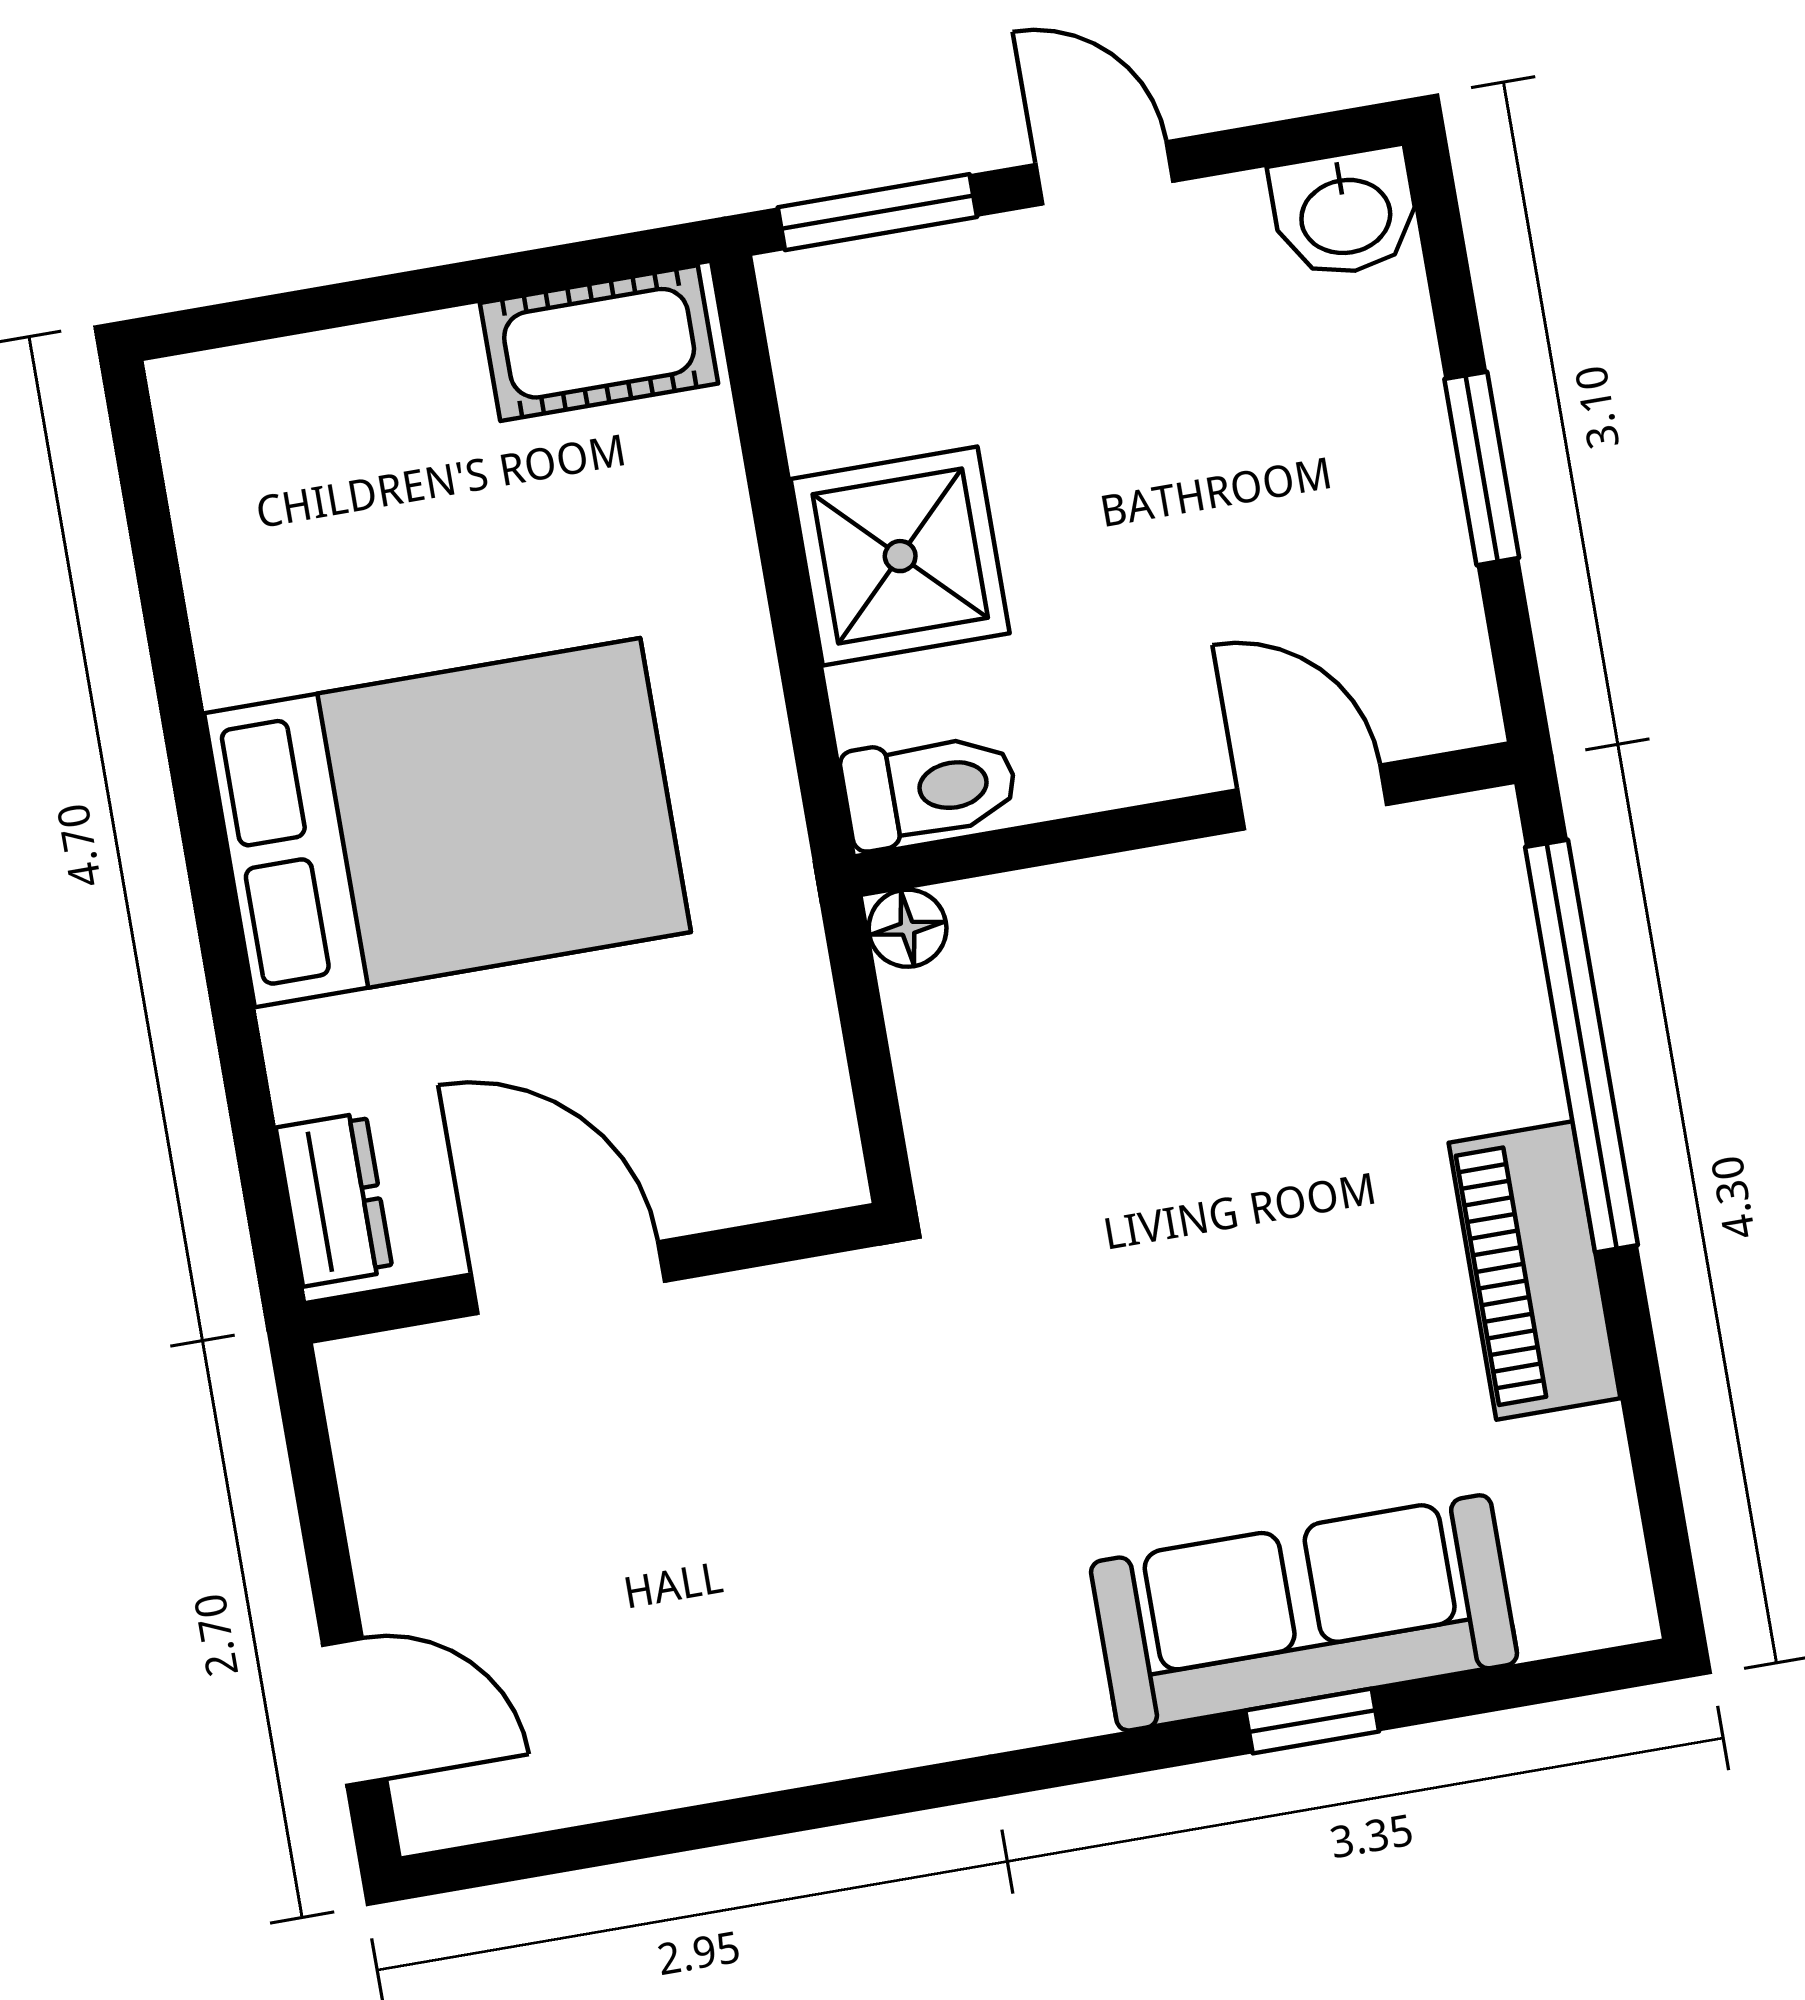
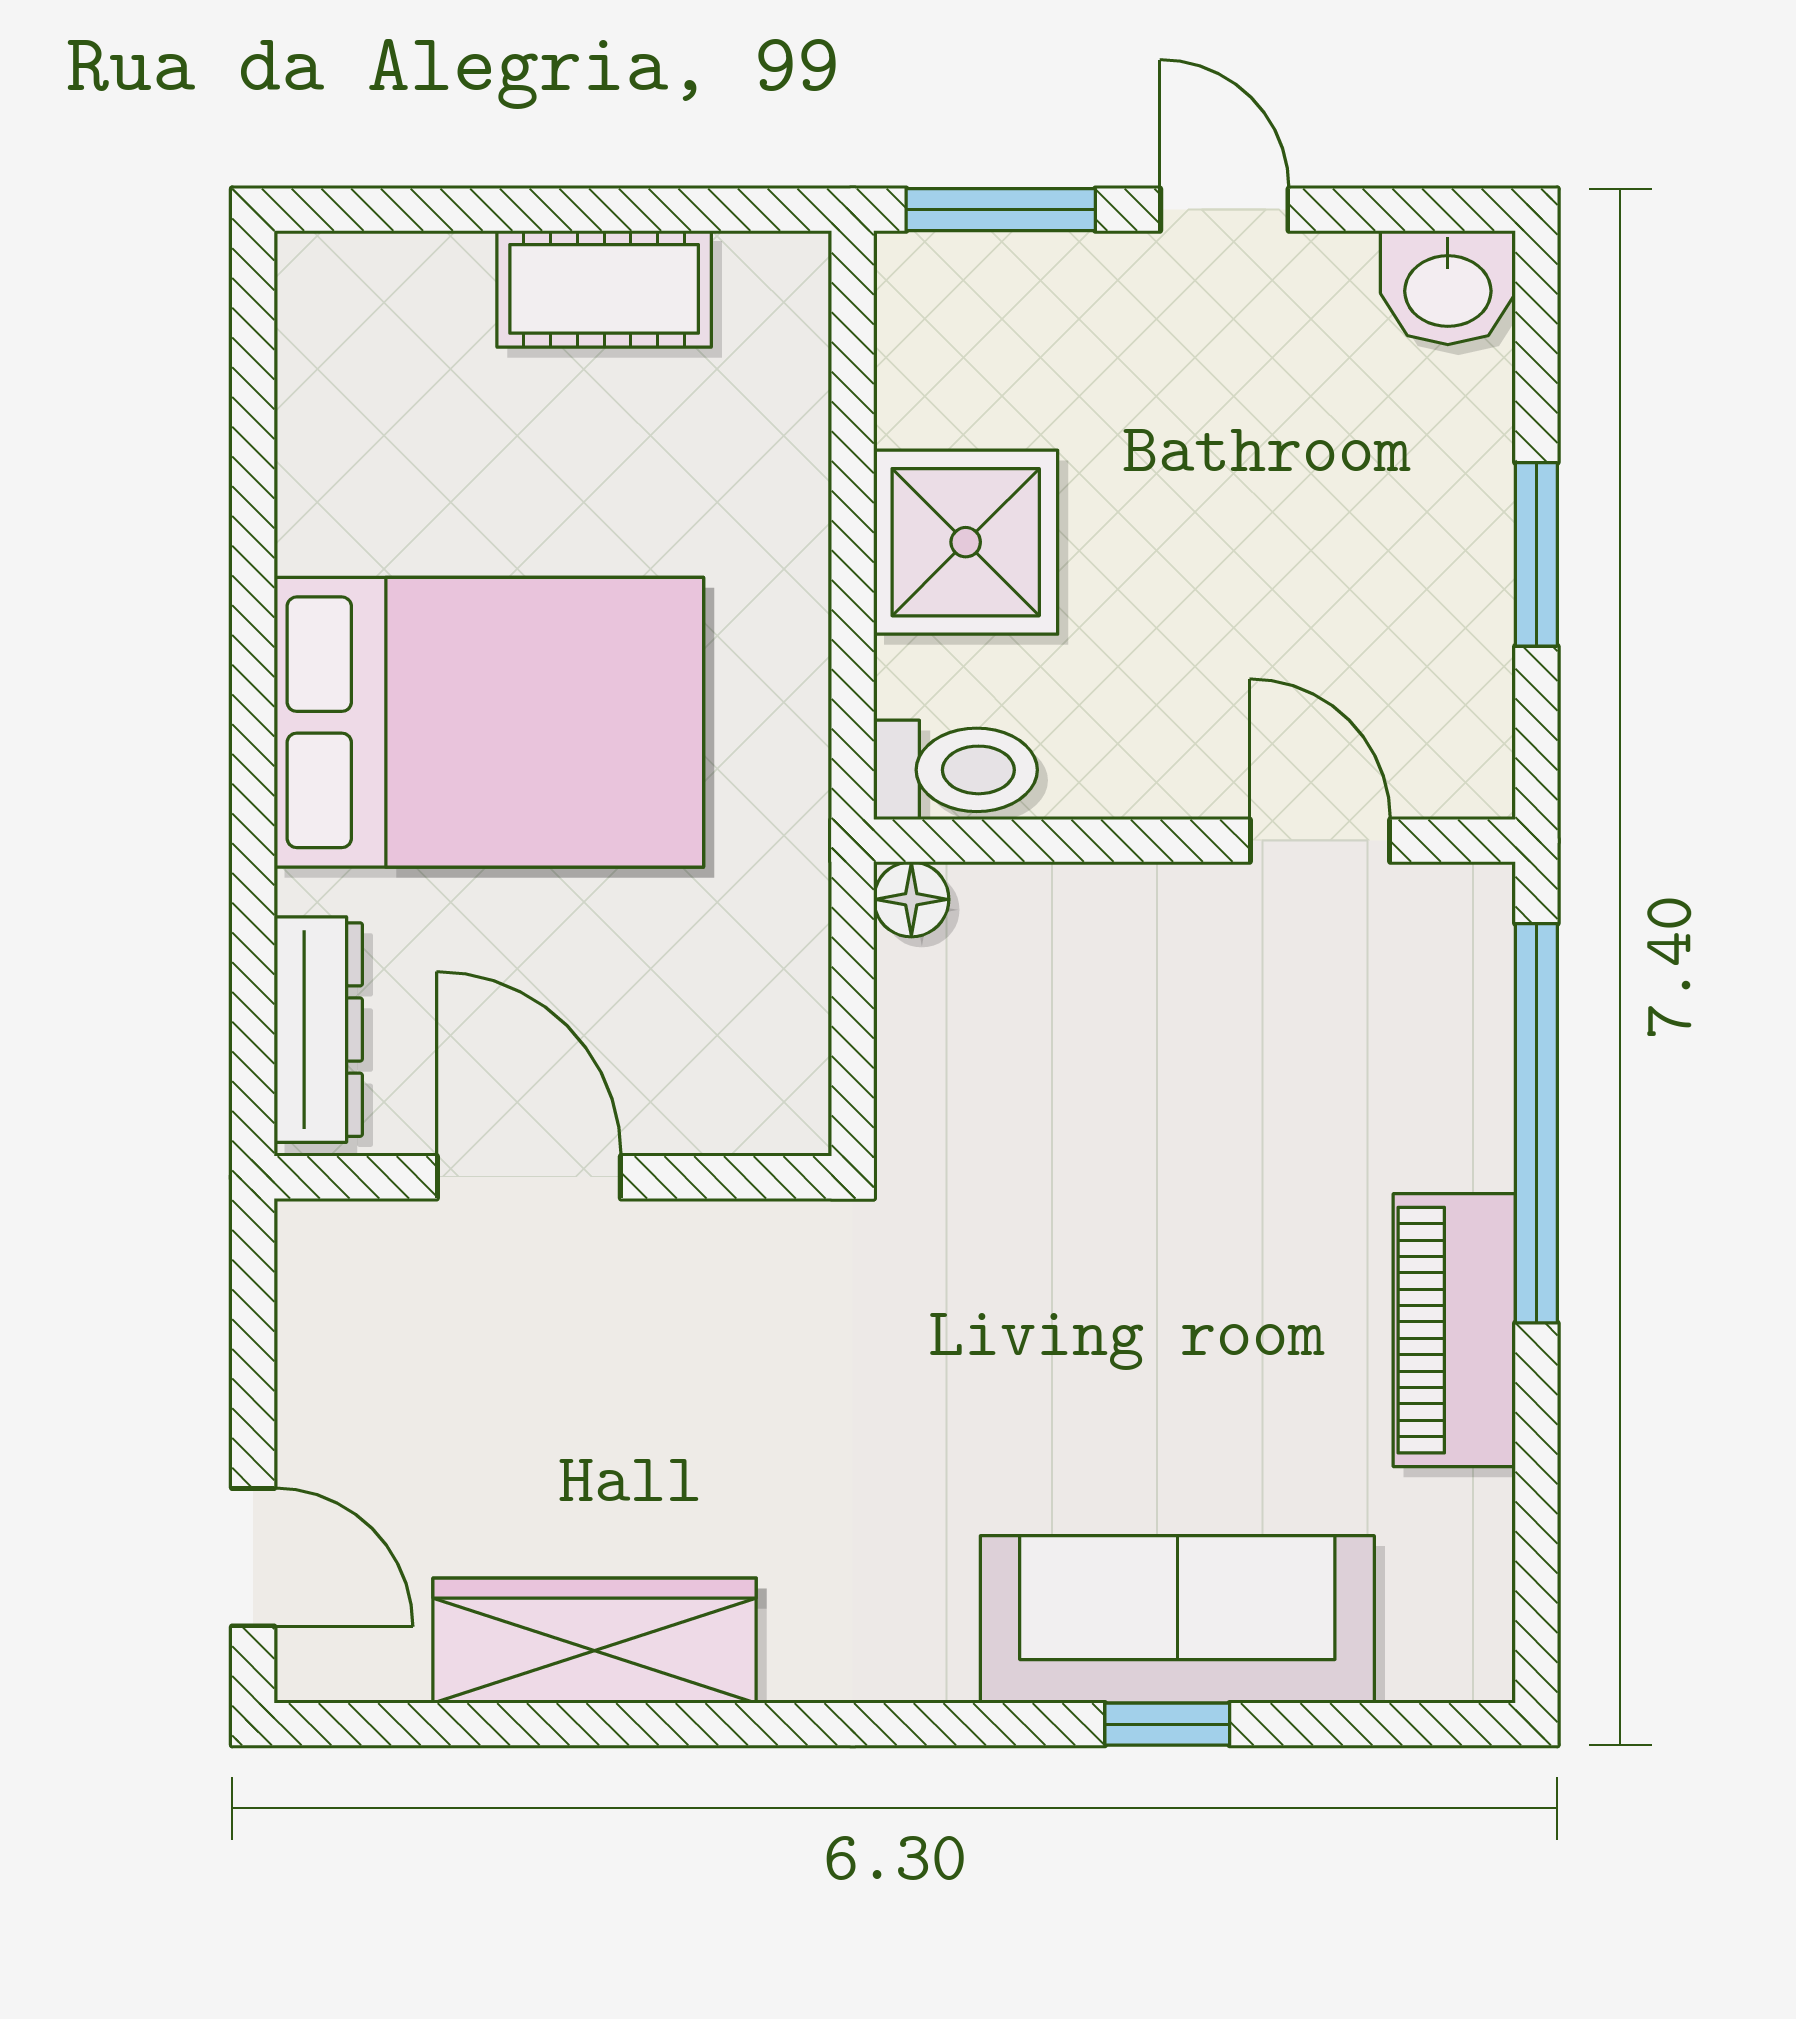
cot: (599, 343) -> (604, 289), moved
dresser: (334, 1199) -> (318, 1030), width x1.44
wardrobe: (716, 1737) -> (595, 1641), added

